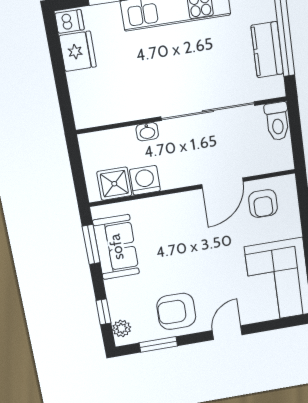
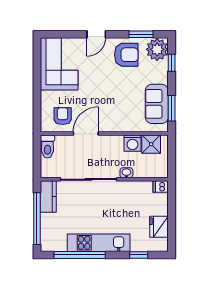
dishwasher: (70, 21) -> (161, 187), moved
kitchen counter: (267, 50) -> (48, 196), moved
toilet: (277, 121) -> (48, 146), moved, turned 180
plant: (122, 328) -> (157, 49), width x1.88, depth x1.88

